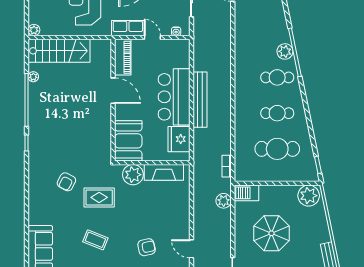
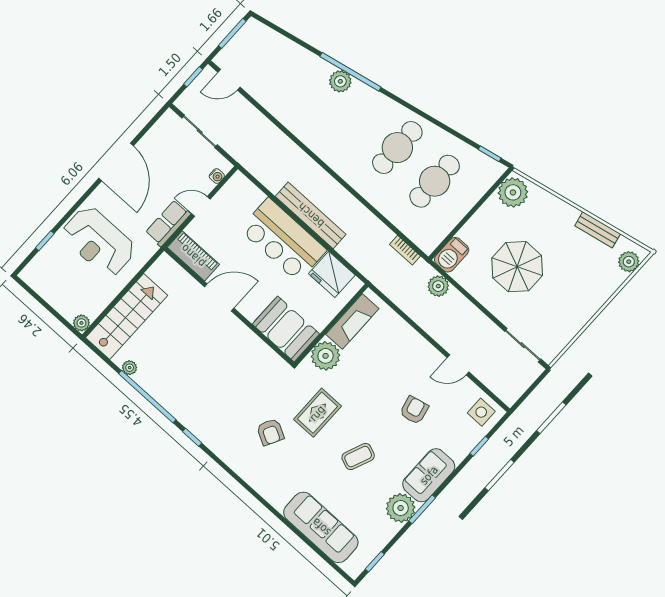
cafe table: (277, 77) -> (360, 114), removed
cafe table: (277, 113) -> (397, 148), width x1.37, depth x1.35

